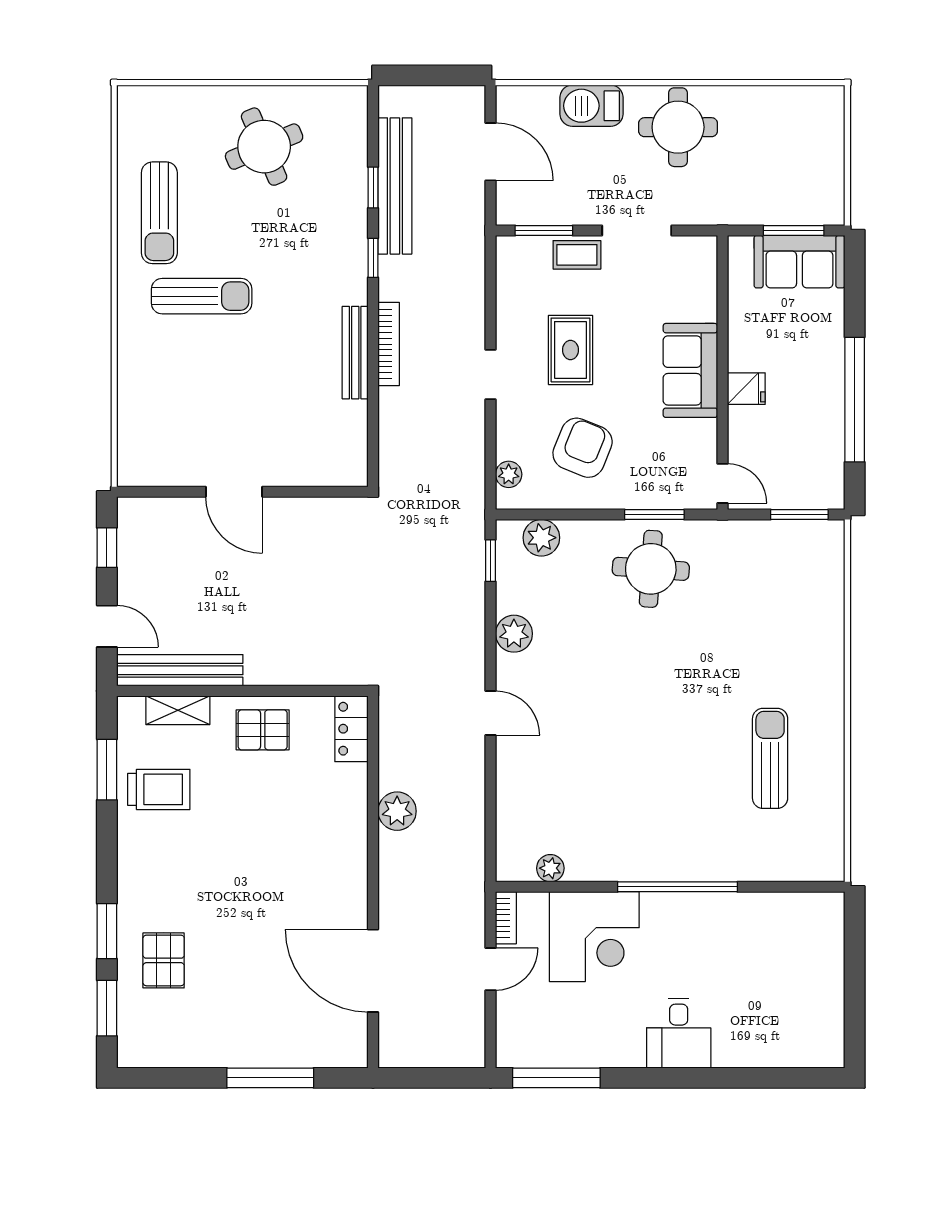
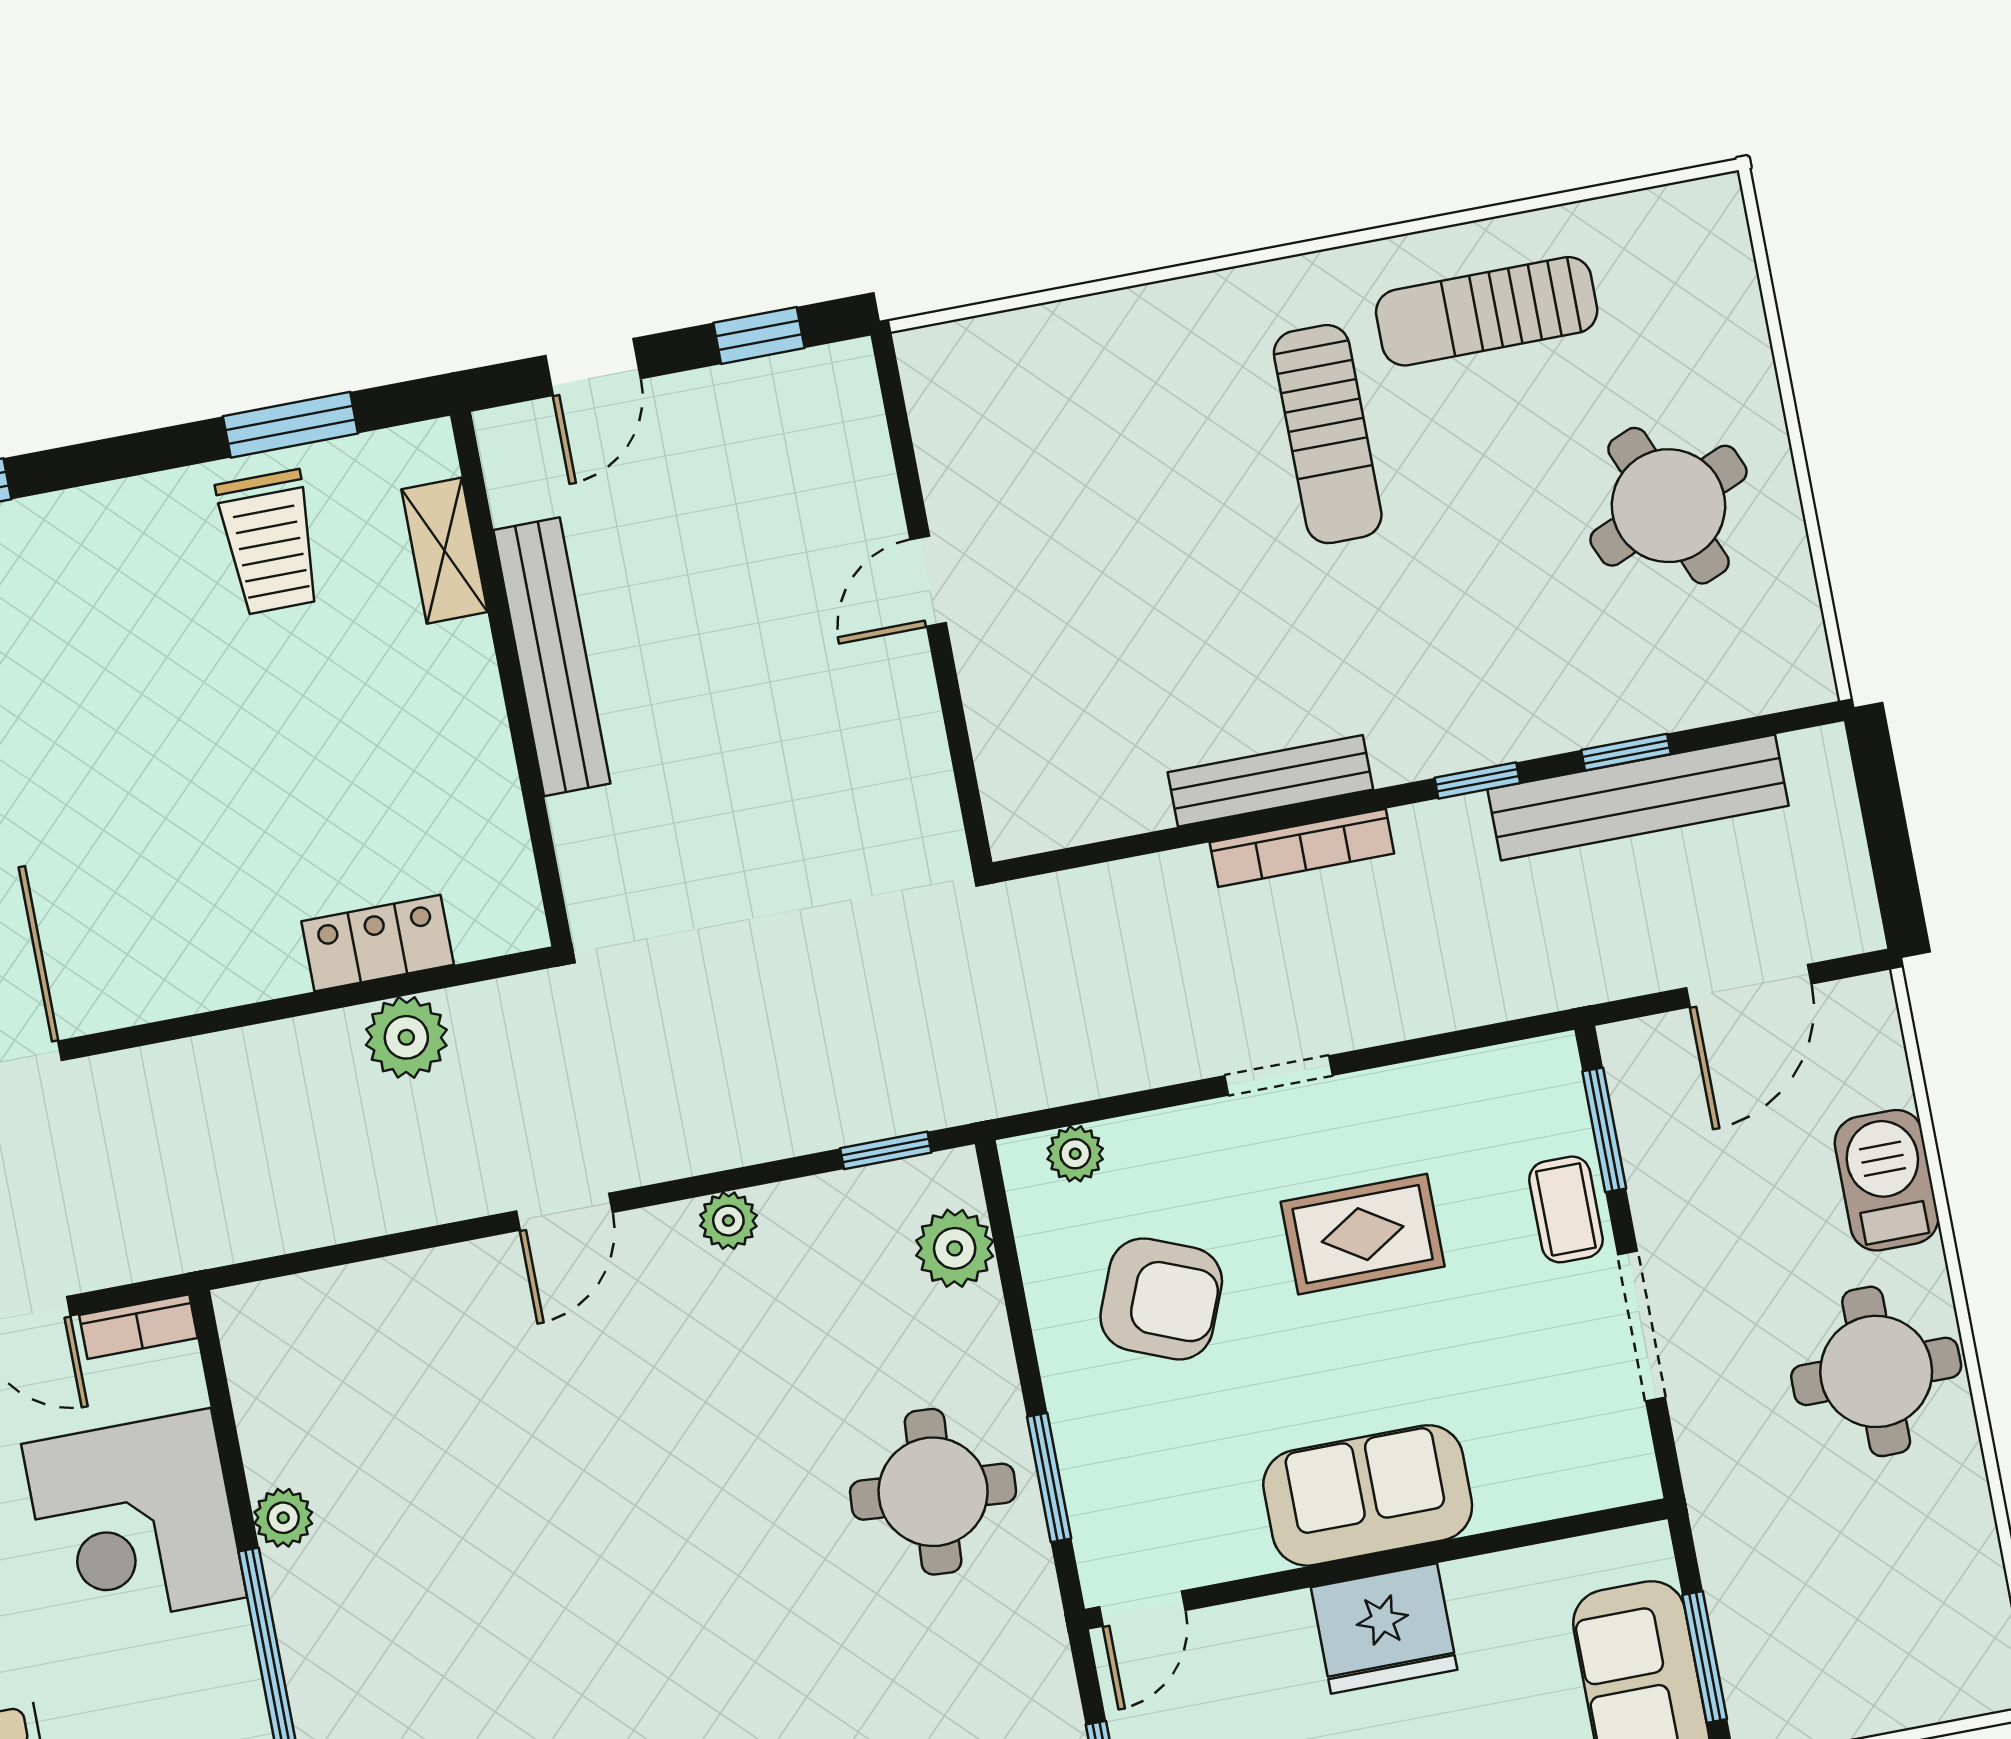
fridge: (746, 389) -> (1384, 1629), width x1.88, depth x1.34
door: (234, 492) -> (928, 581), width x0.73
plant: (514, 634) -> (728, 1221), width x0.73, depth x0.73
bench: (180, 670) -> (552, 657), moved
locker: (351, 729) -> (378, 943), moved
pallet: (263, 730) -> (437, 737), removed
plant: (397, 811) -> (406, 1037), moved
plant: (550, 868) -> (283, 1518), moved

